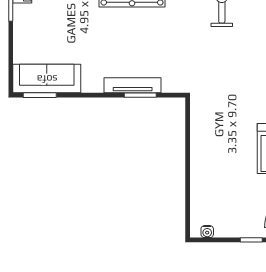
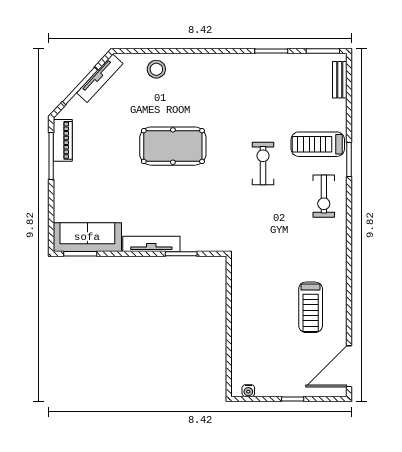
tv unit: (133, 85) -> (151, 244), moved

